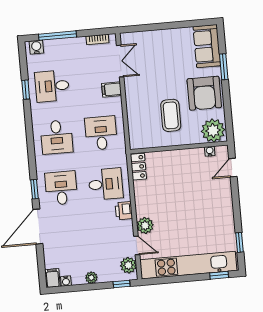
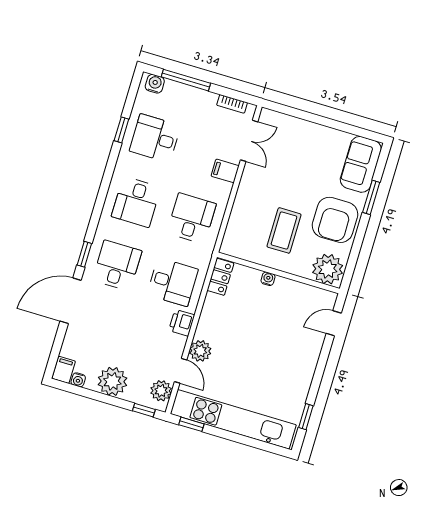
water cooler: (210, 151) -> (268, 279), moved
window: (219, 275) -> (191, 424), moved
plant: (91, 278) -> (112, 381), width x1.88, depth x1.88

